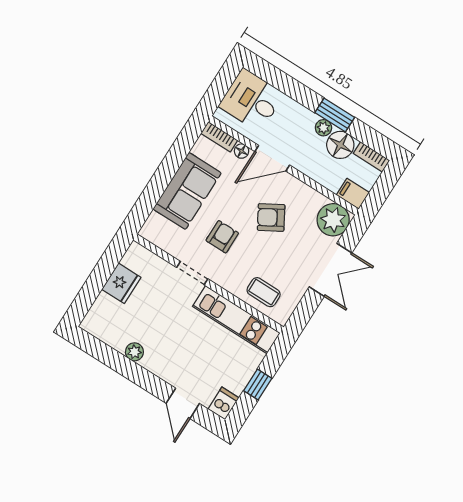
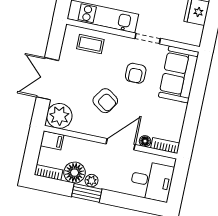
sofa: (187, 191) -> (179, 74), moved
armchair: (271, 217) -> (105, 101), turned 64

